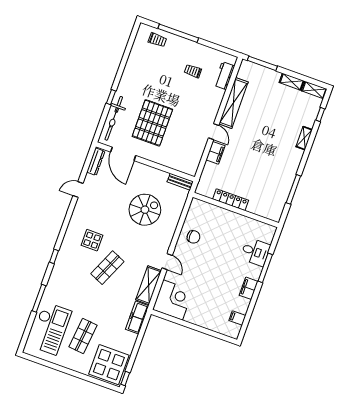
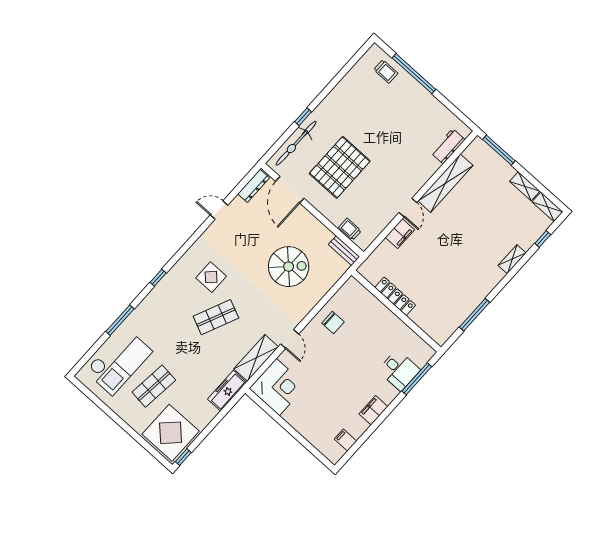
trolley: (193, 71) -> (350, 229), moved
window: (265, 268) -> (417, 379), moved

